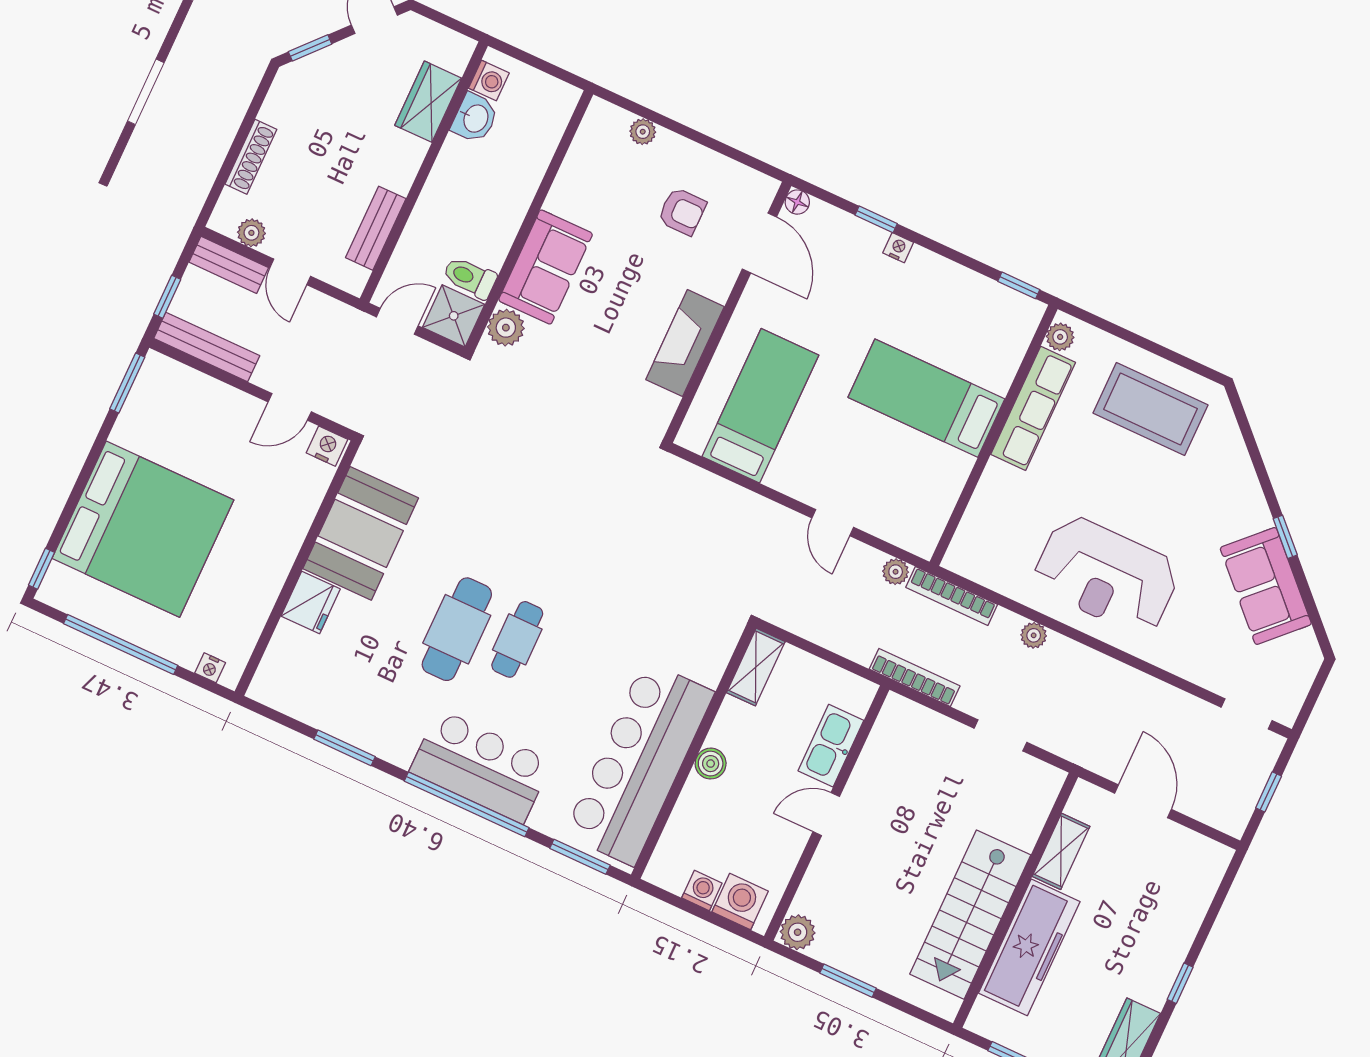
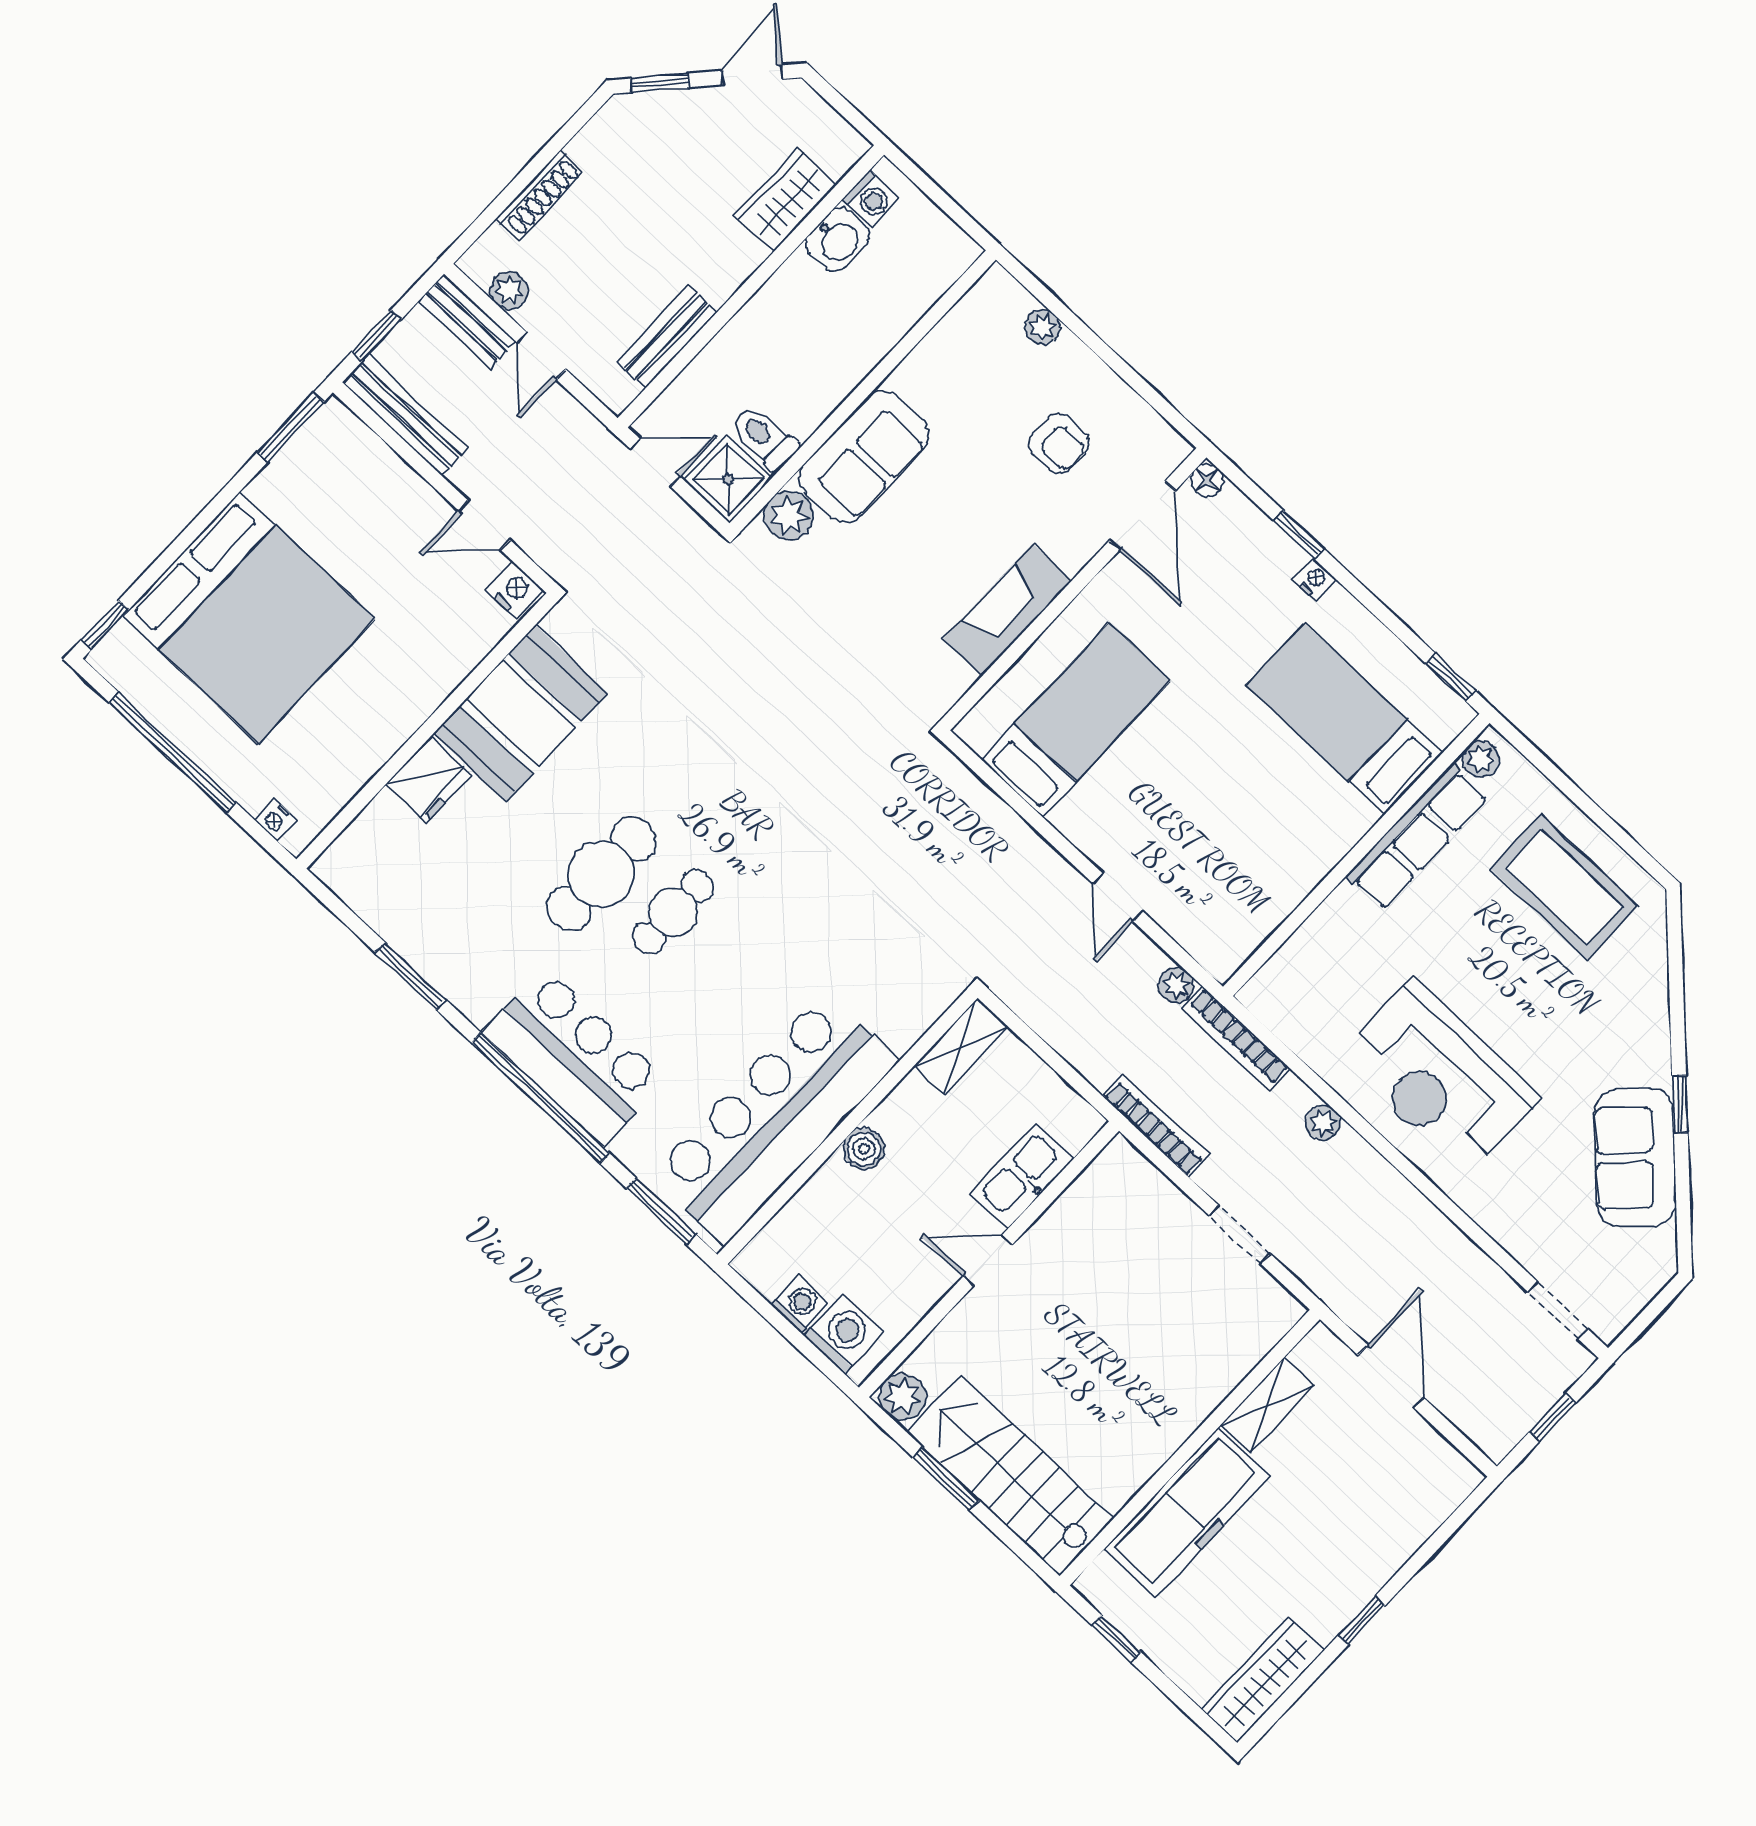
bed: (926, 398) -> (1344, 719), moved
stairs: (970, 915) -> (1010, 1475), moved, turned 90

